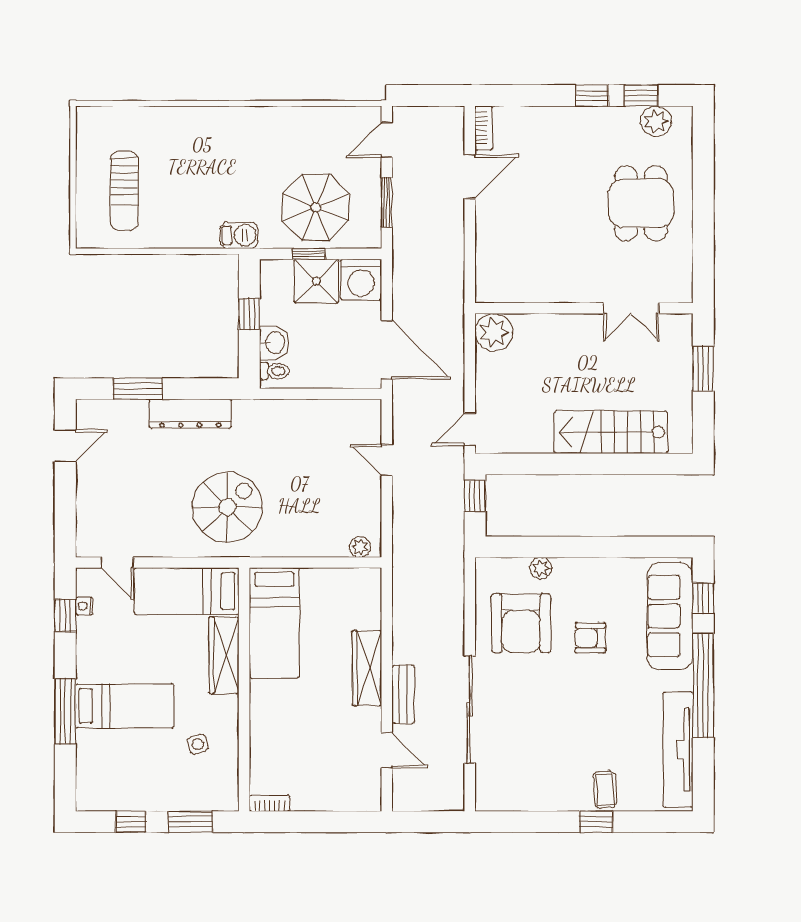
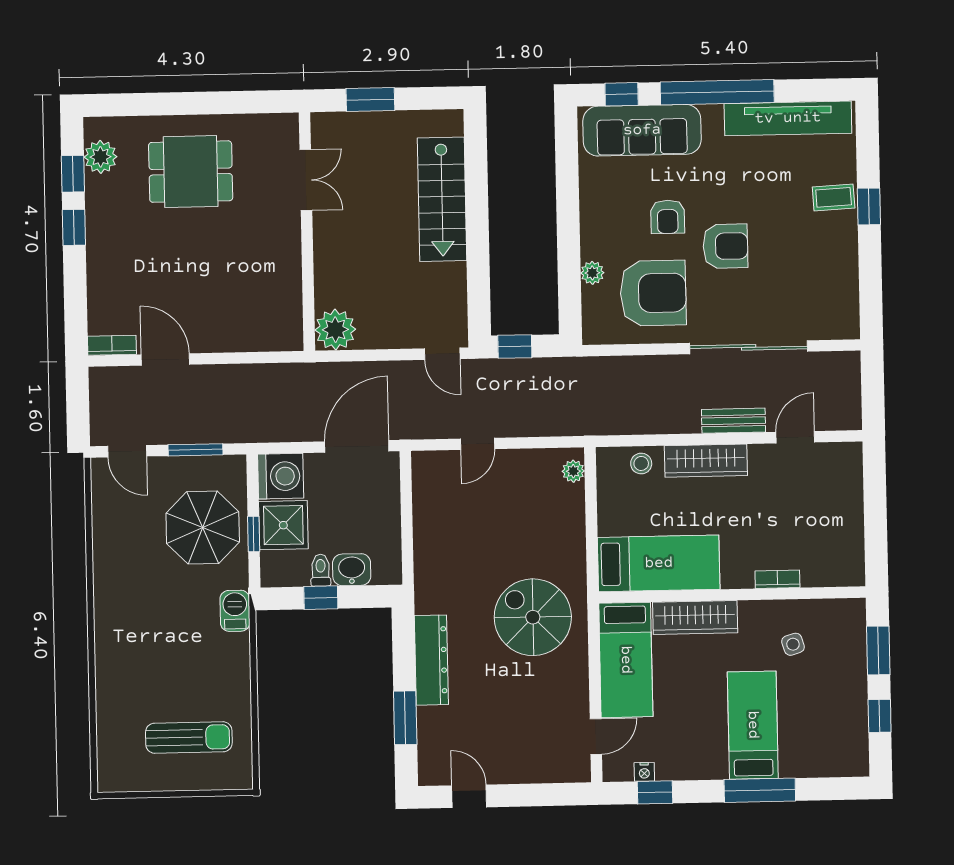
toilet: (274, 371) -> (321, 570), moved
stool: (366, 609) -> (641, 463), added
armchair: (563, 690) -> (725, 246), added
bookcase: (270, 803) -> (777, 579), moved, turned 90

